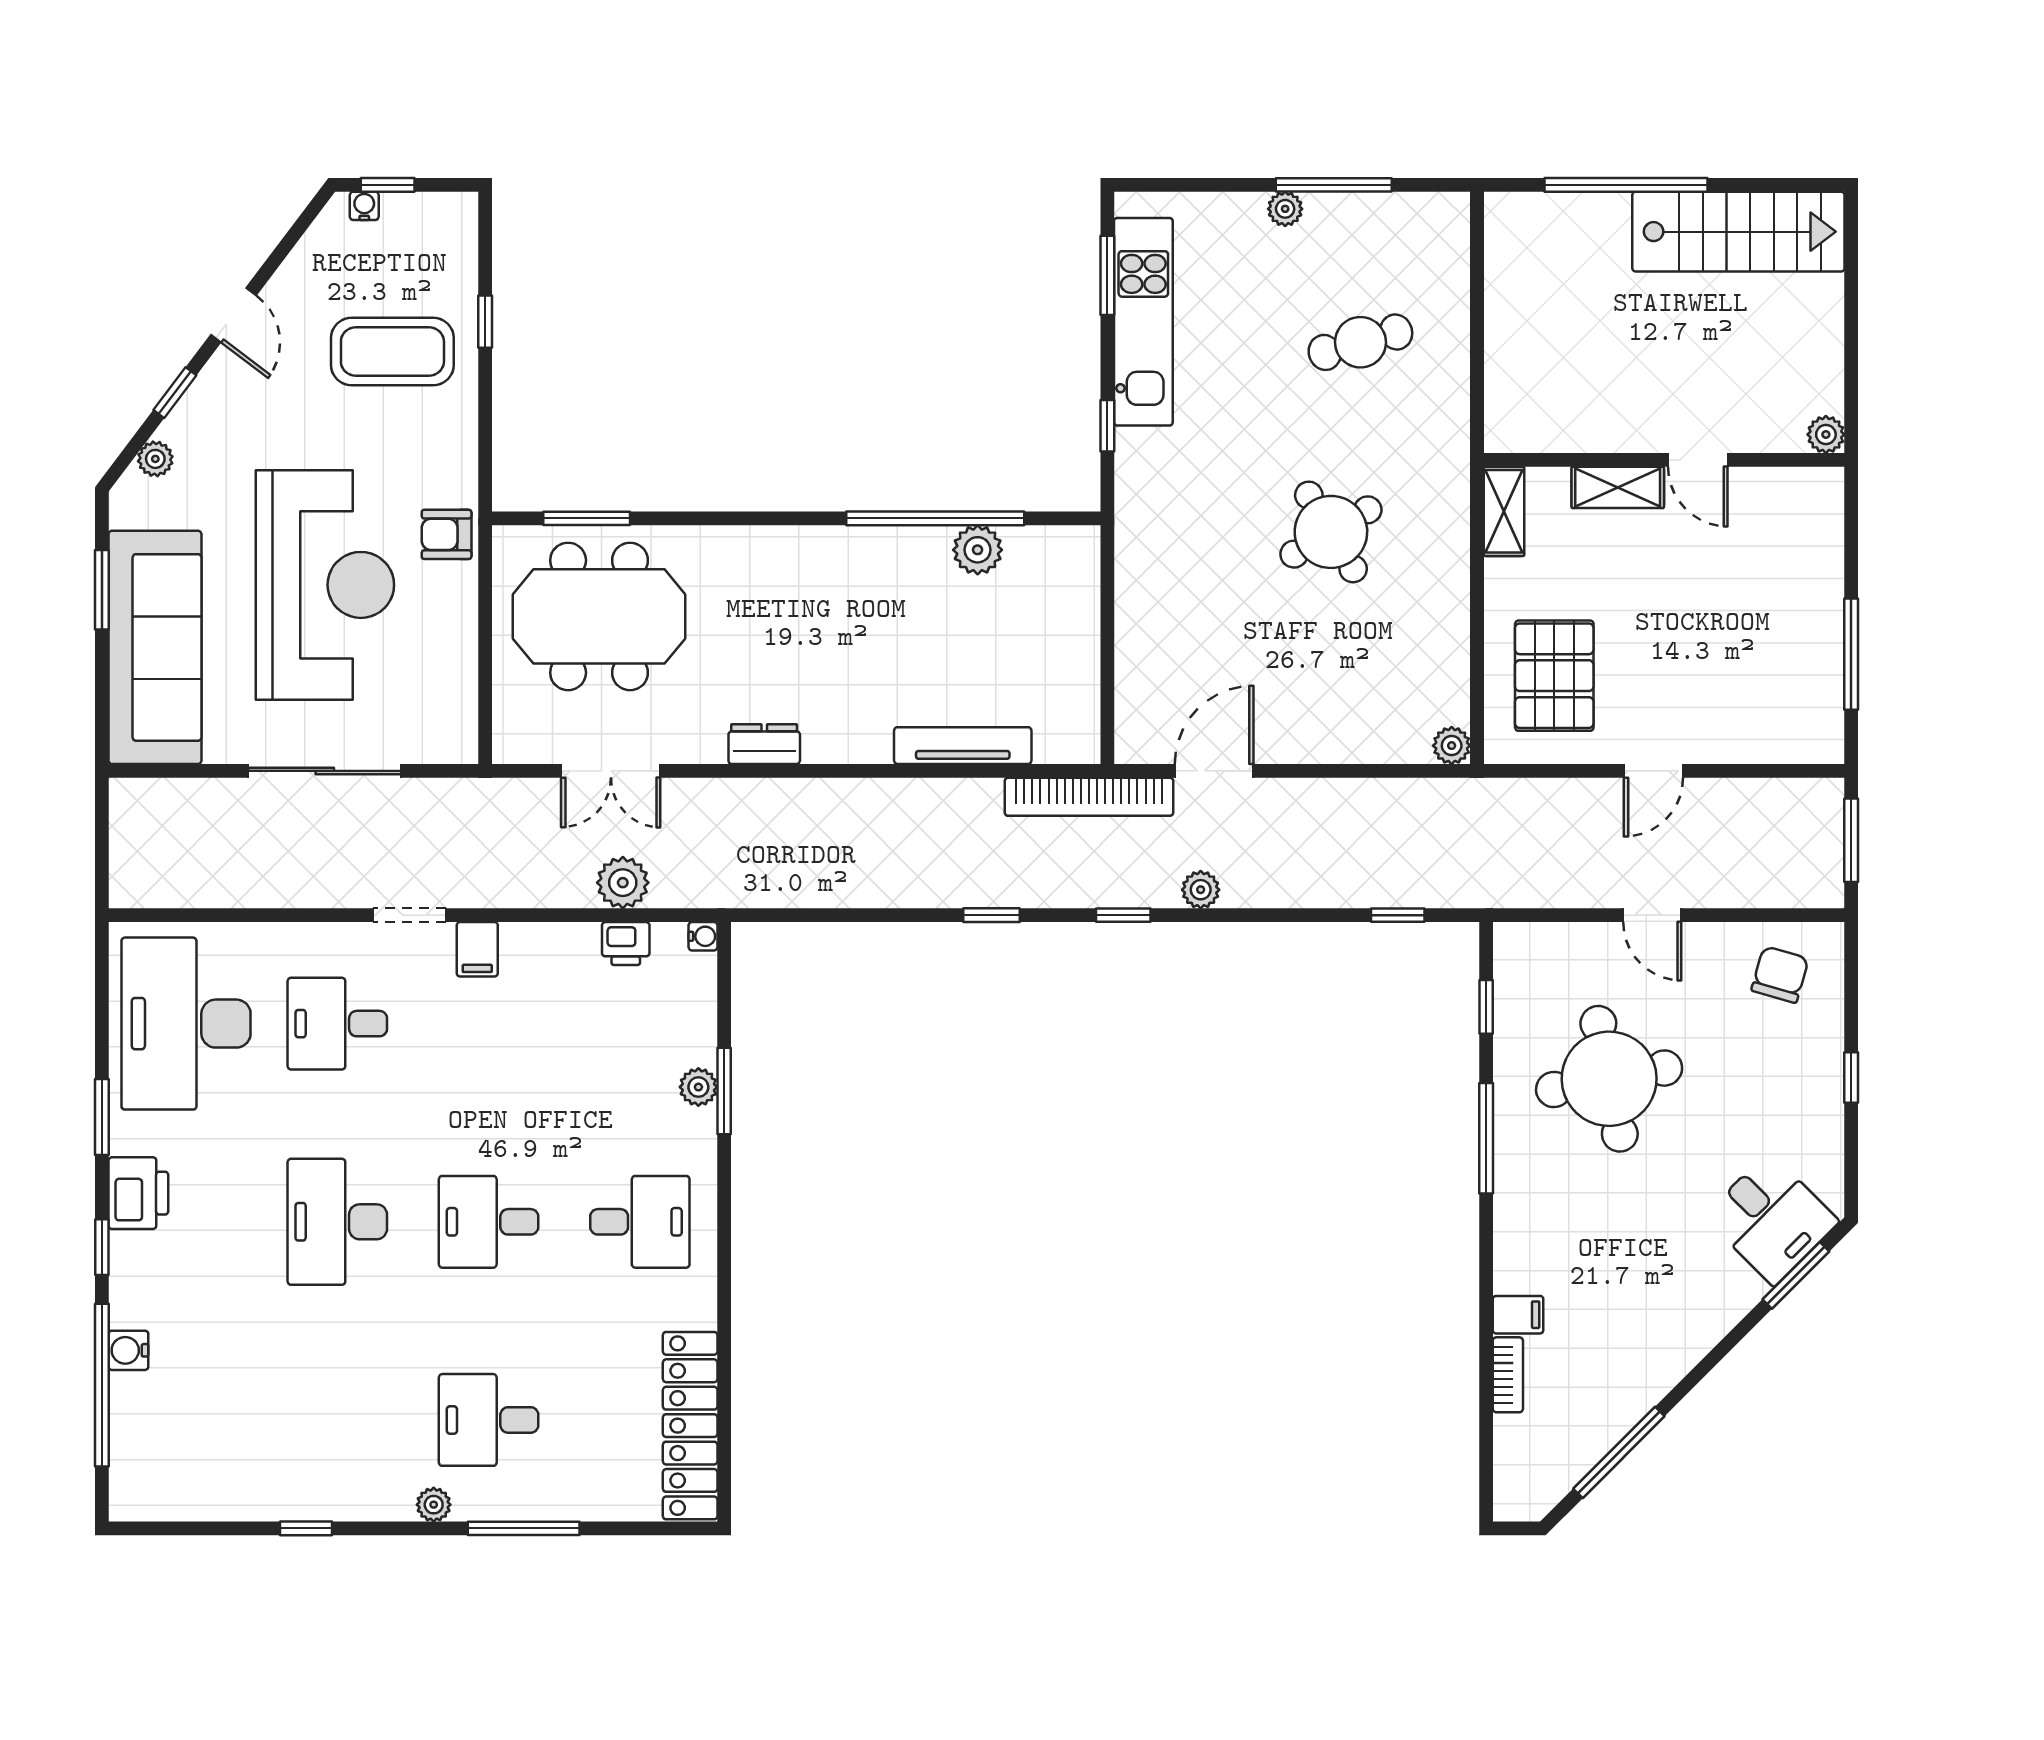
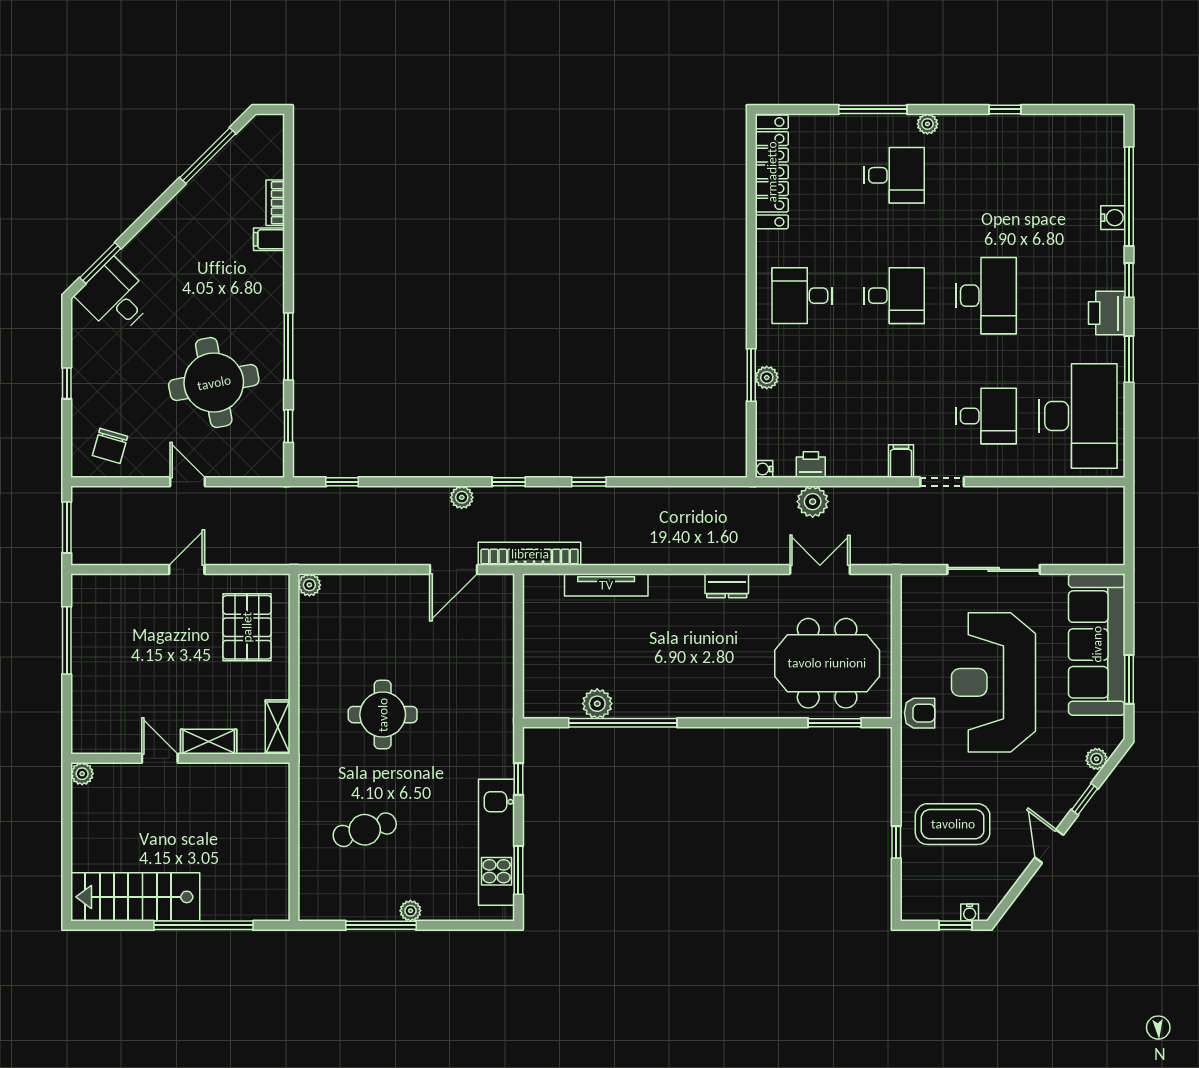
round table: (1331, 532) -> (383, 715), turned 31

